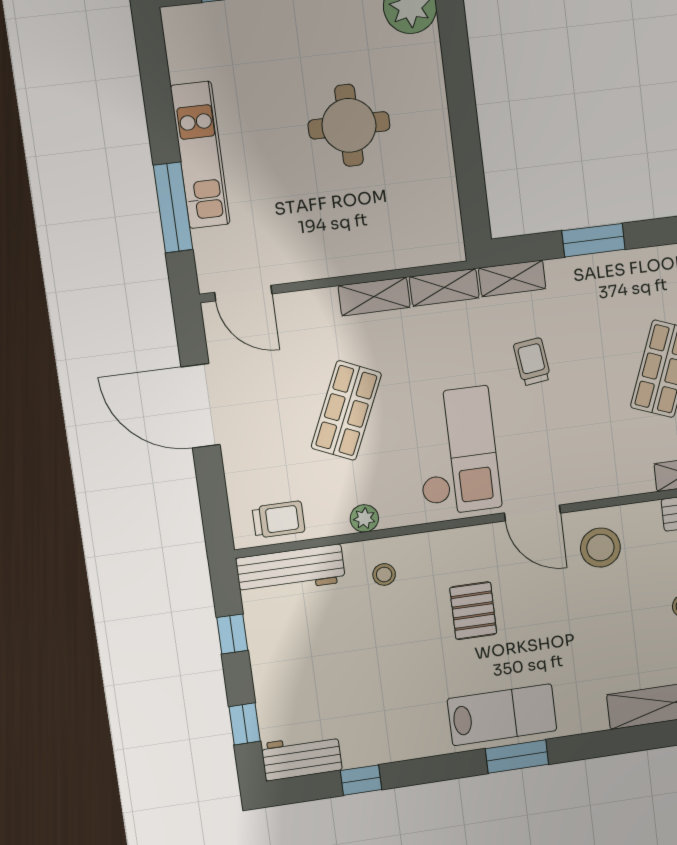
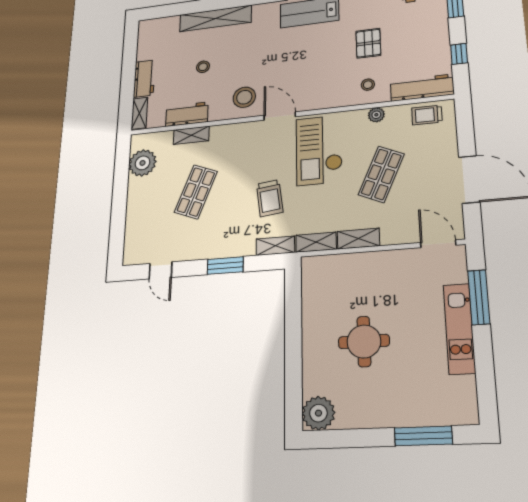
trolley: (532, 362) -> (270, 198), width x1.36, depth x1.39
pallet: (473, 611) -> (368, 43), moved

